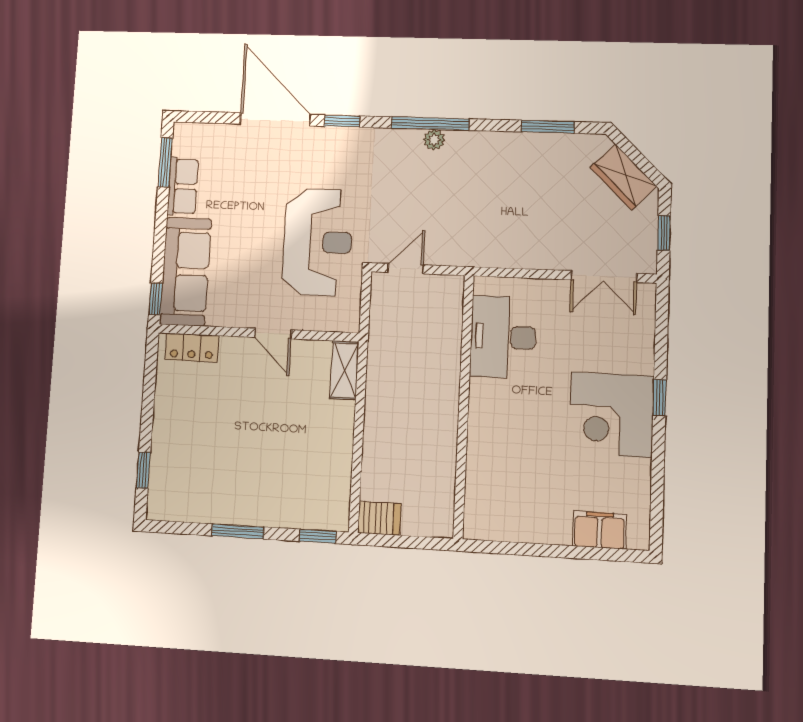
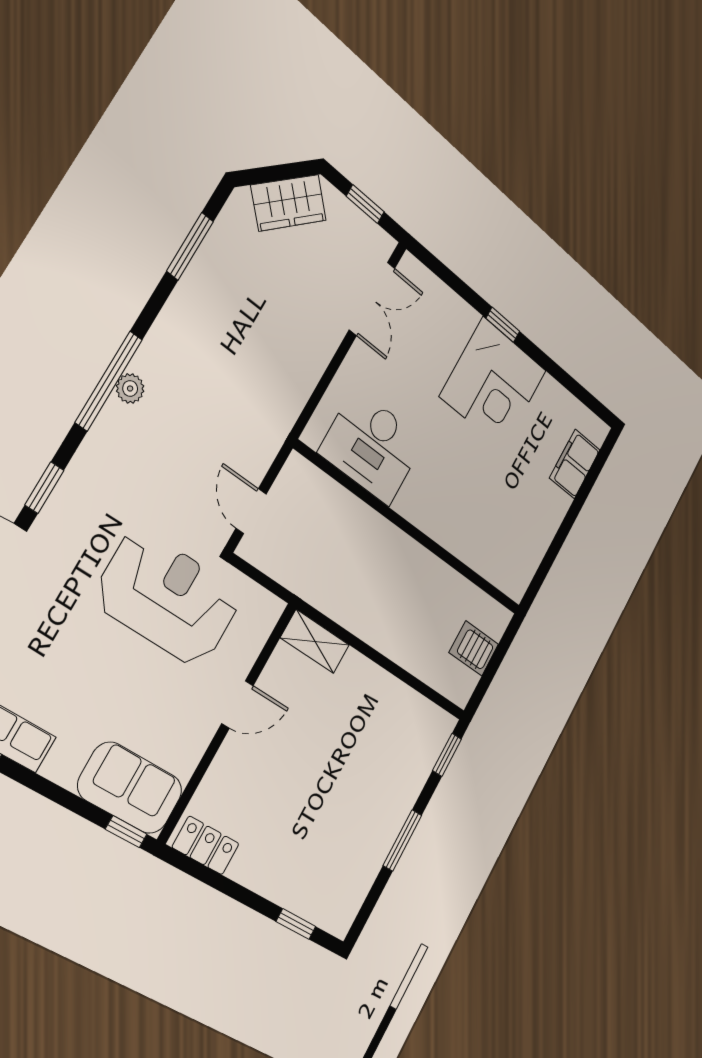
sofa: (185, 271) -> (130, 788), width x0.73
locker: (192, 348) -> (206, 845), moved, turned -90
server rack: (379, 518) -> (474, 648), moved, turned -90

